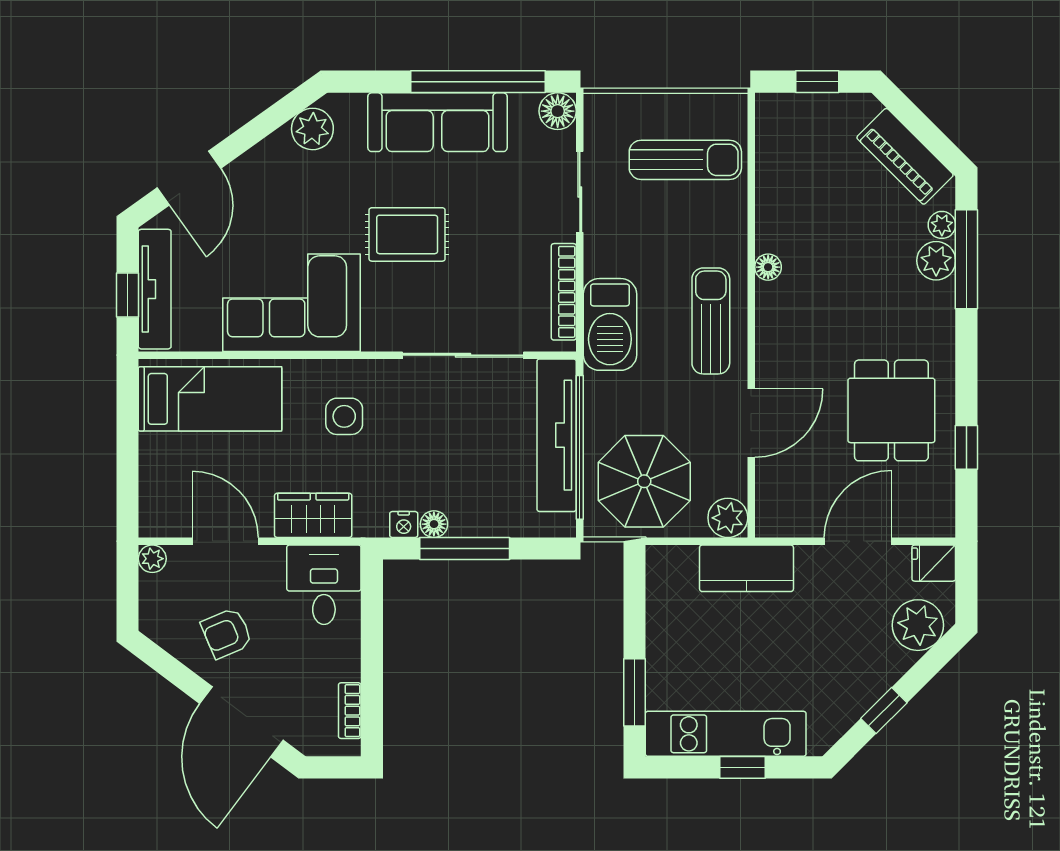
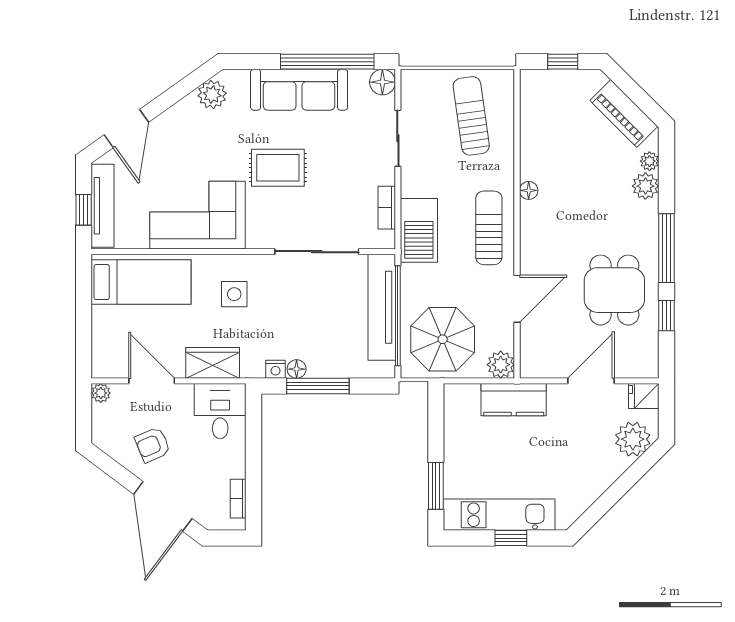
sun lounger: (685, 160) -> (471, 116), turned -98
window: (966, 259) -> (666, 248), moved
bookcase: (564, 292) -> (387, 208), width x0.64
window: (884, 711) -> (609, 499), removed

